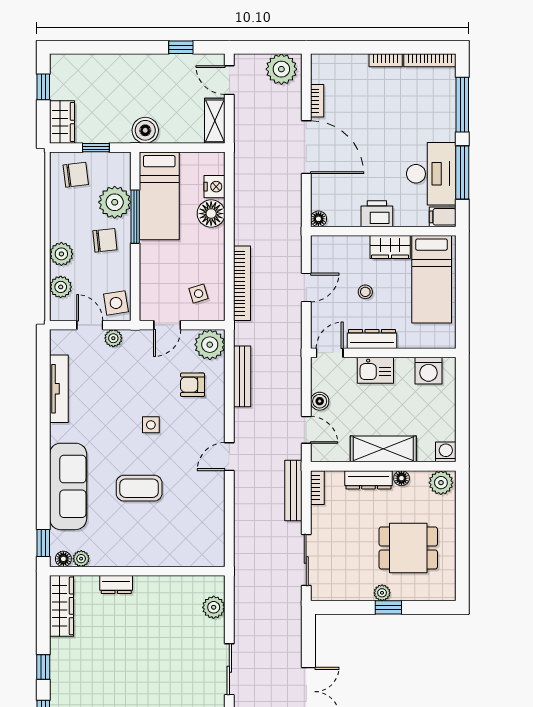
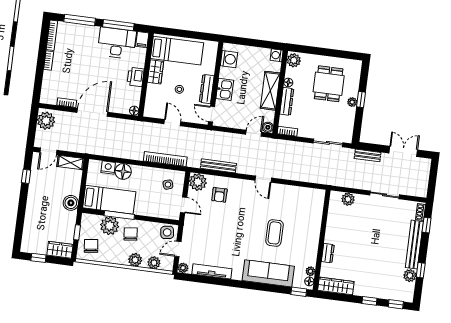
plant: (113, 338) -> (183, 268), moved
boiler: (320, 401) -> (268, 127), moved
side table: (151, 425) -> (239, 221), removed
bench: (293, 490) -> (368, 155), moved, width x0.73

